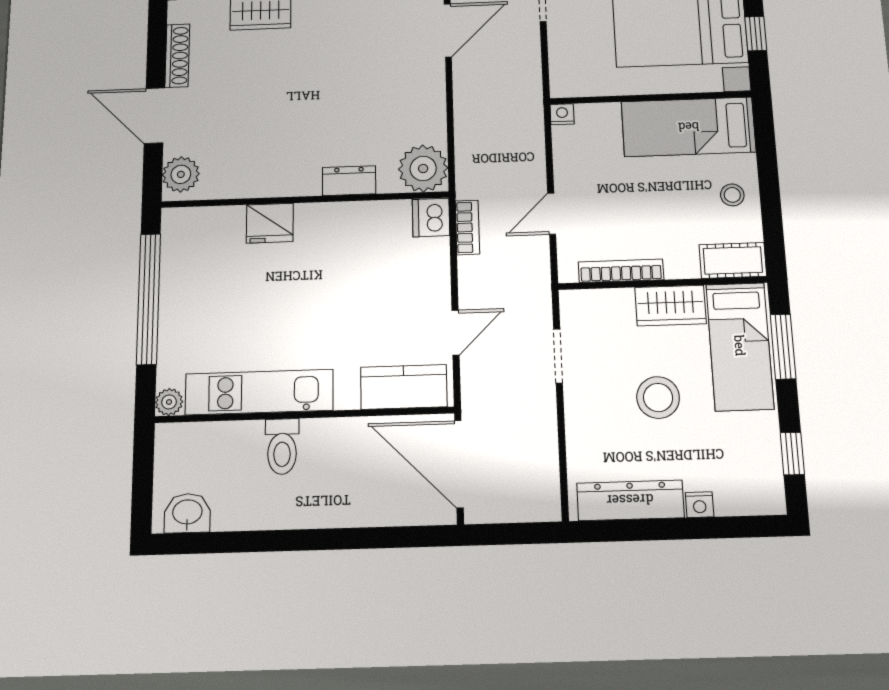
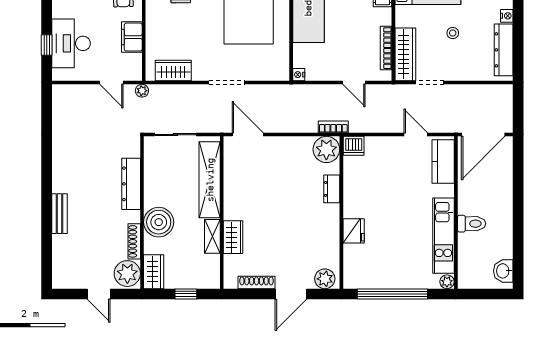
bookcase: (467, 227) -> (333, 127), moved
wardrobe: (670, 305) -> (405, 54), moved, width x1.50
stool: (658, 398) -> (453, 33), width x0.53, depth x0.53

